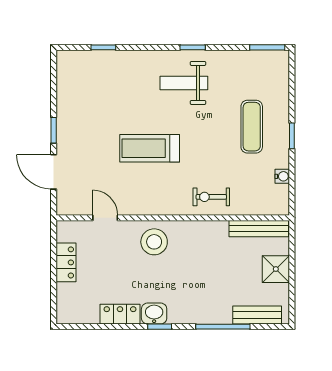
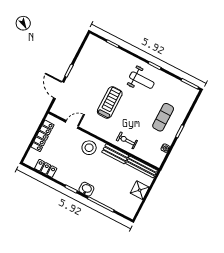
weight bench: (184, 83) -> (142, 80), turned 180
treadmill: (150, 148) -> (110, 103), turned 90
door: (105, 218) -> (72, 124), hinge flipped
locker: (66, 262) -> (43, 136), width x1.53
locker: (120, 314) -> (46, 168), moved
washbasin: (154, 314) -> (86, 189), moved
bench: (257, 315) -> (115, 154), moved

